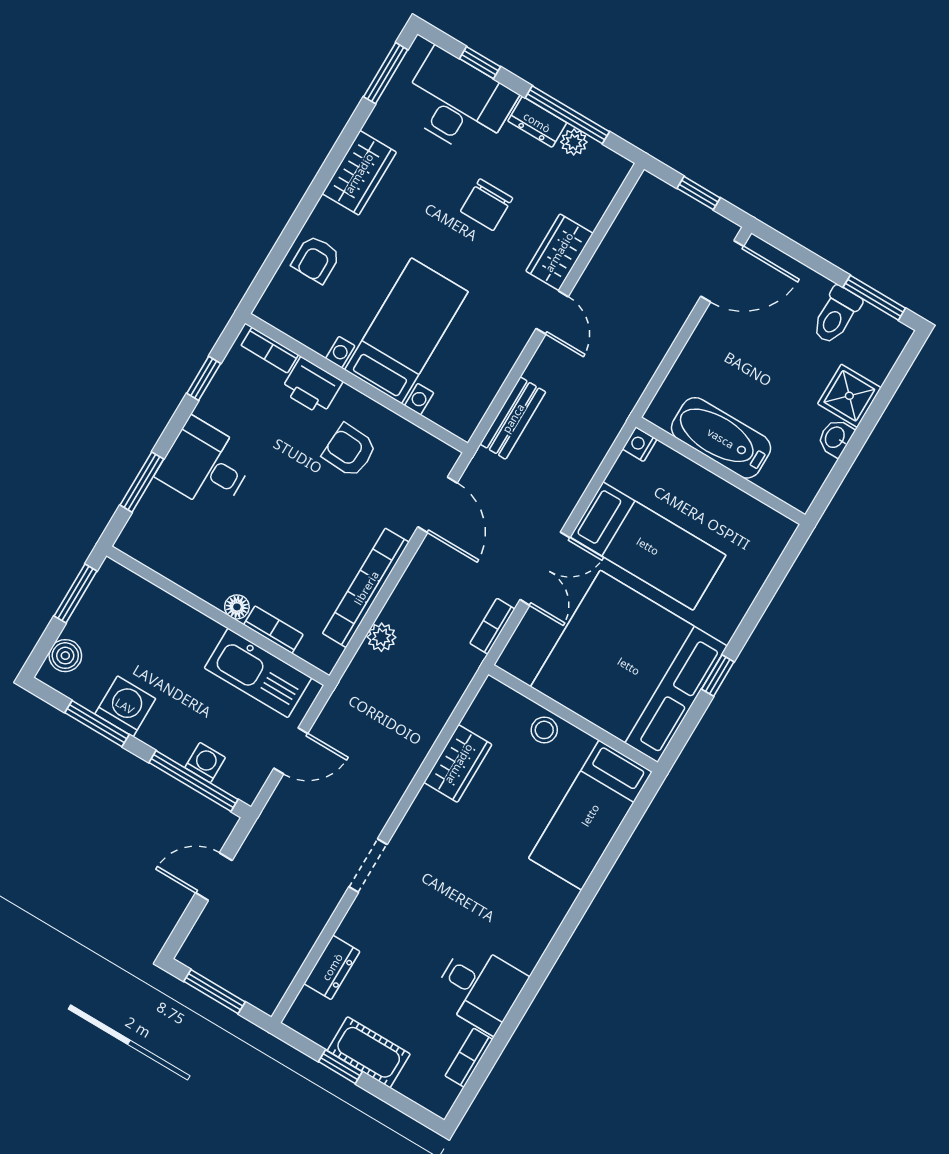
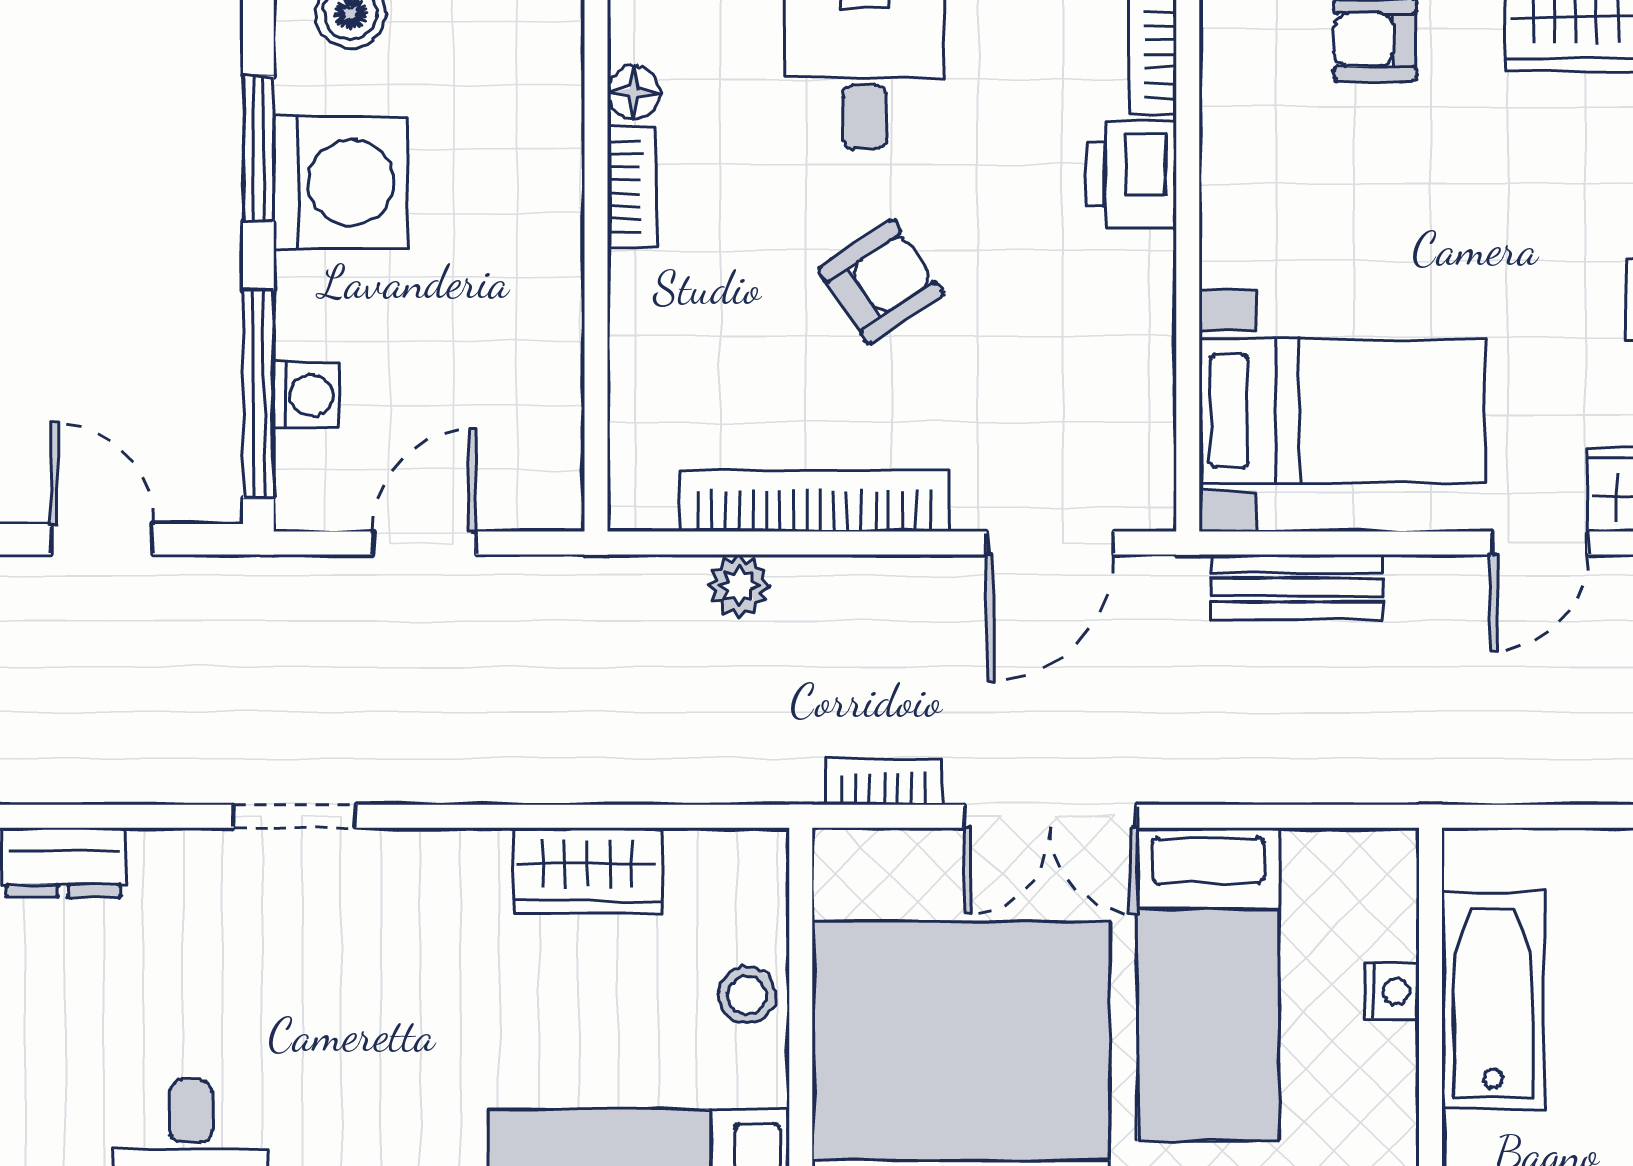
bed with nightstands: (406, 331) -> (1342, 411), moved
nightstand: (640, 444) -> (1392, 991), moved, turned 90
armchair: (349, 451) -> (881, 282), moved, turned 53
floor lamp: (237, 607) -> (634, 93), moved
bookcase: (273, 630) -> (632, 187), moved
kitchen sink: (258, 673) -> (533, 394), removed
washing machine: (125, 706) -> (341, 182), width x1.37, depth x1.37
door: (291, 751) -> (424, 543), swing flipped

